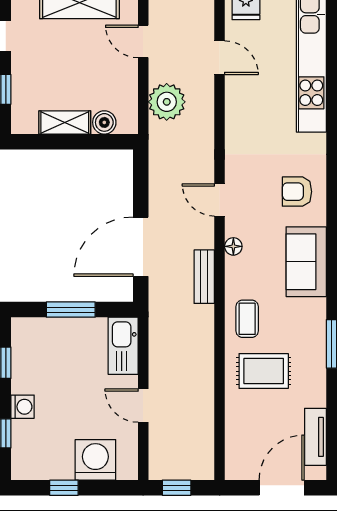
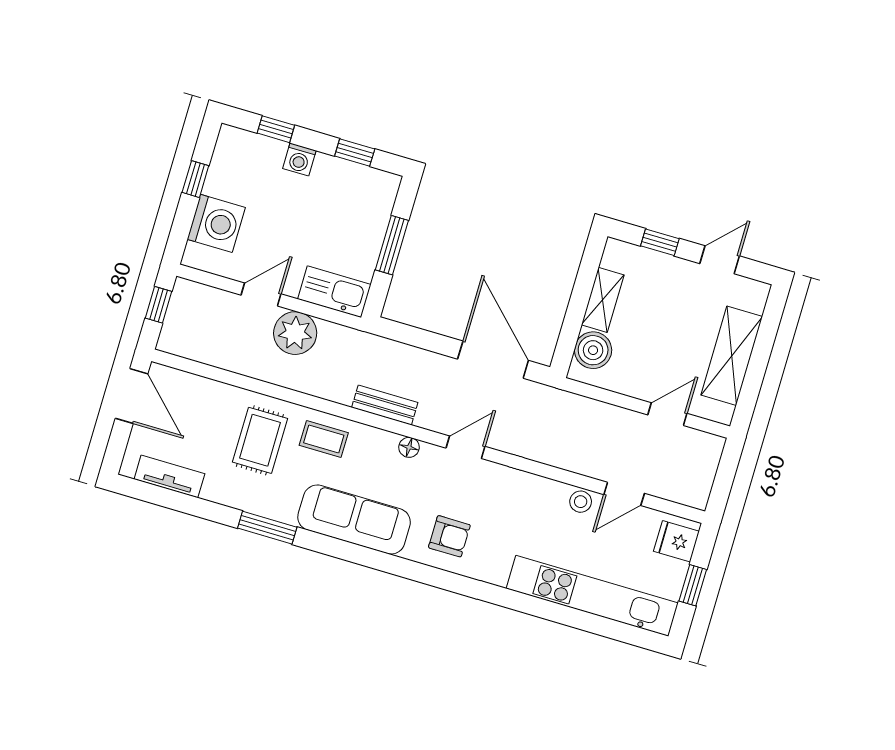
stool: (236, 92) -> (581, 502), added
plant: (167, 102) -> (295, 333), moved
boiler: (104, 122) -> (593, 350), width x1.36, depth x1.36
armchair: (297, 192) -> (449, 536), turned 90
door: (141, 247) -> (493, 360), moved
sofa: (306, 262) -> (354, 520), width x1.36
door: (282, 488) -> (132, 396), moved

